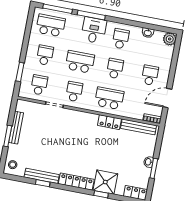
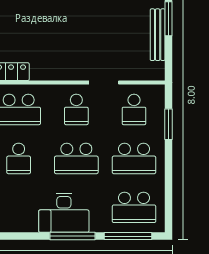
desk: (94, 30) -> (64, 213), width x1.37
school desk: (121, 39) -> (19, 207), removed
school desk: (45, 55) -> (134, 158), width x1.85

